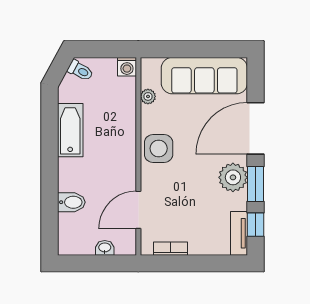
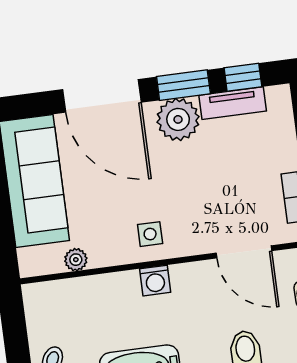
washing machine: (127, 67) -> (155, 281), moved, turned 90
side table: (159, 148) -> (150, 234), width x0.54, depth x0.54
tv unit: (239, 233) -> (233, 103), moved

